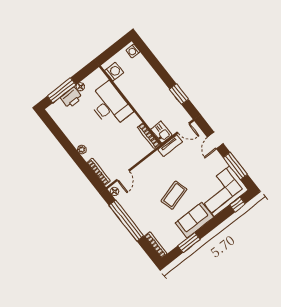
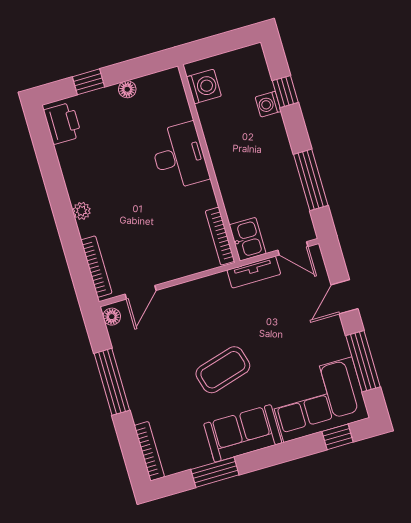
washing machine: (133, 51) -> (268, 104), moved
window: (152, 59) -> (285, 92), added
window: (62, 90) -> (88, 82), width x0.46
window: (179, 94) -> (311, 180), width x1.44
printer: (71, 98) -> (63, 123), moved, turned -90
desk: (110, 105) -> (179, 156), width x0.73, depth x0.77
window: (126, 221) -> (112, 382), width x0.68

